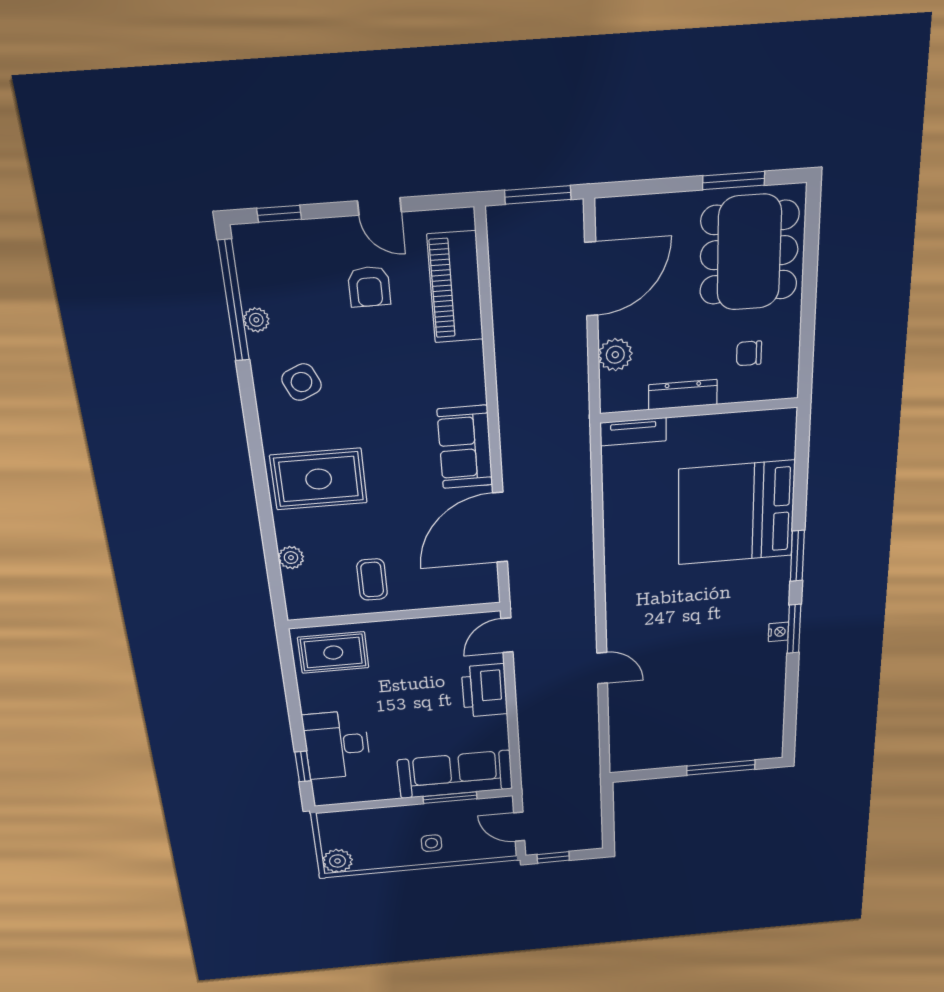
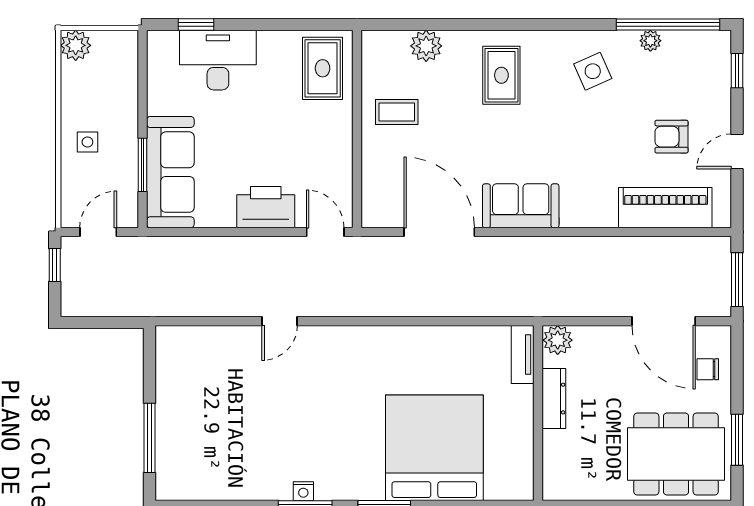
chair: (749, 353) -> (708, 369), moved, turned -90
plant: (615, 355) -> (558, 340), moved
rug: (319, 479) -> (501, 75), width x0.73, depth x0.70
plant: (291, 558) -> (426, 46), width x1.38, depth x1.38

